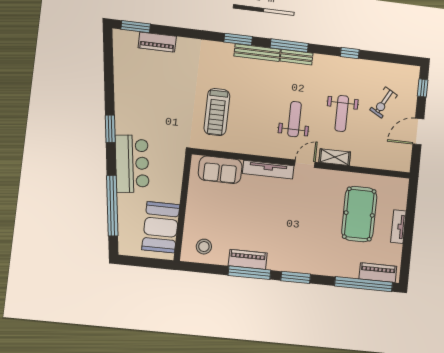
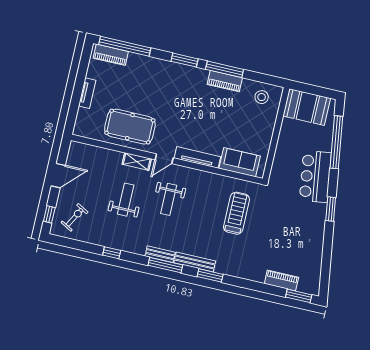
exercise bike: (384, 102) -> (75, 217), moved
pool table: (359, 214) -> (130, 127), moved, turned 90
booth: (161, 227) -> (307, 107), moved, turned 90

